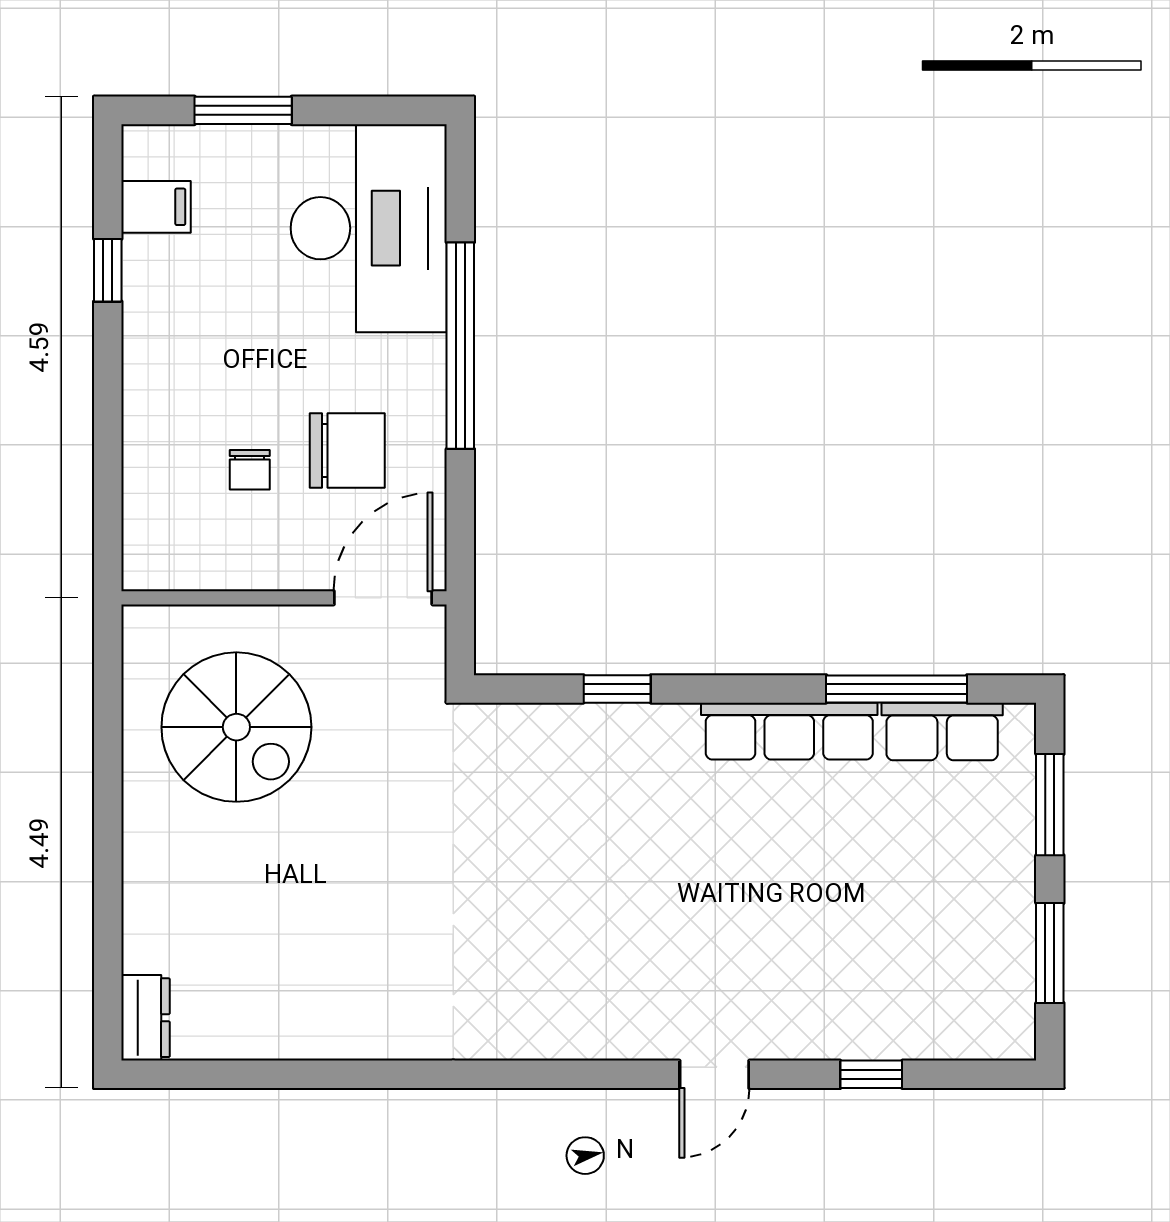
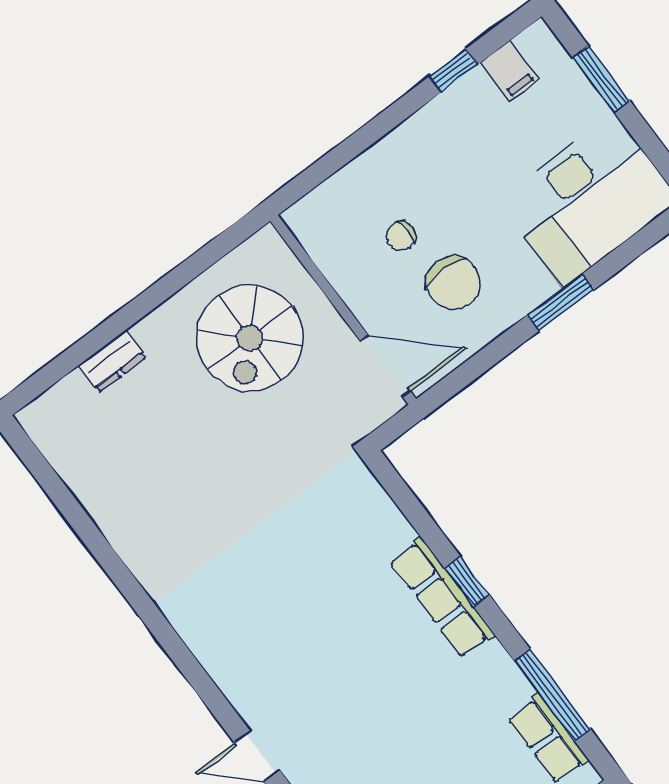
window: (460, 346) -> (561, 302), width x0.47
window: (617, 689) -> (467, 582), moved
row of seats: (789, 731) -> (442, 598), moved
dresser: (146, 1018) -> (112, 361), moved

